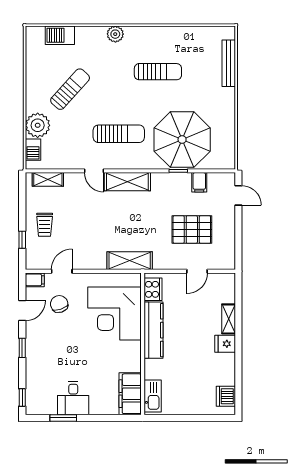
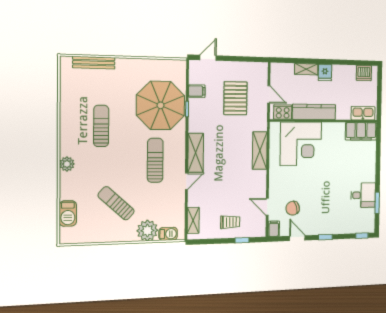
cooker: (153, 289) -> (283, 112), moved
corner desk: (115, 313) -> (301, 144), moved
kitchen counter: (154, 330) -> (314, 112), moved
wall: (143, 344) -> (324, 121), moved
filing cabinet: (130, 394) -> (361, 131), moved
kitchen sink: (153, 396) -> (363, 113), moved

